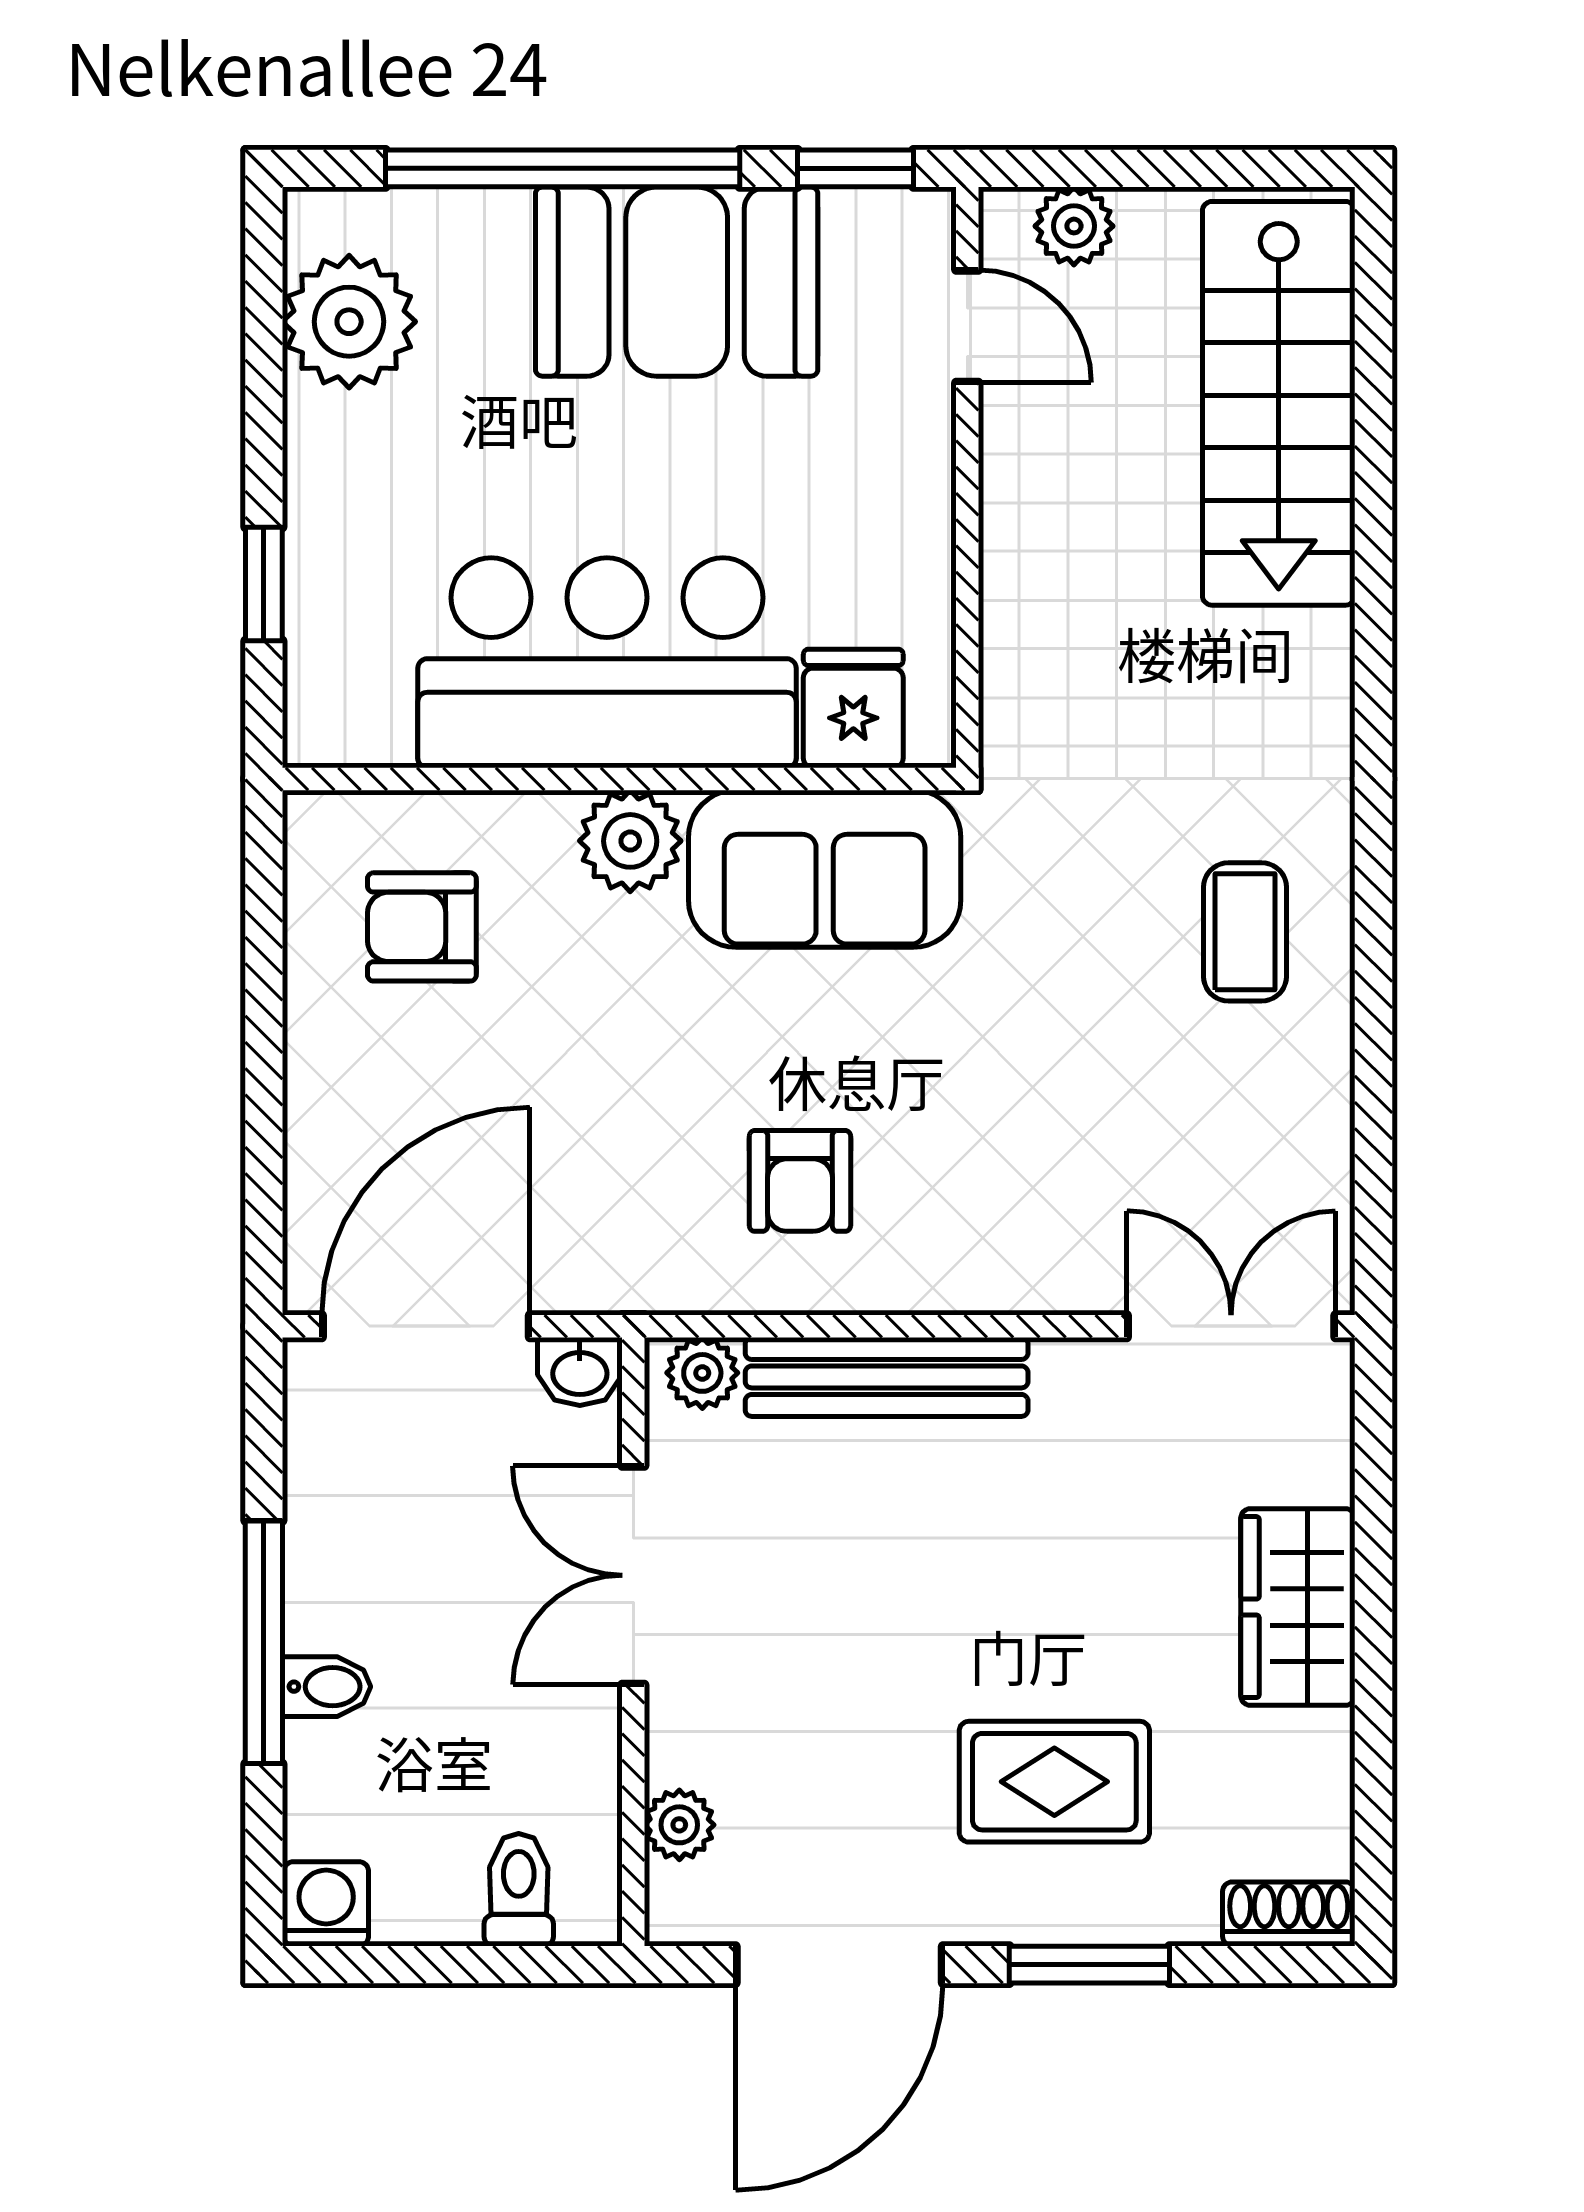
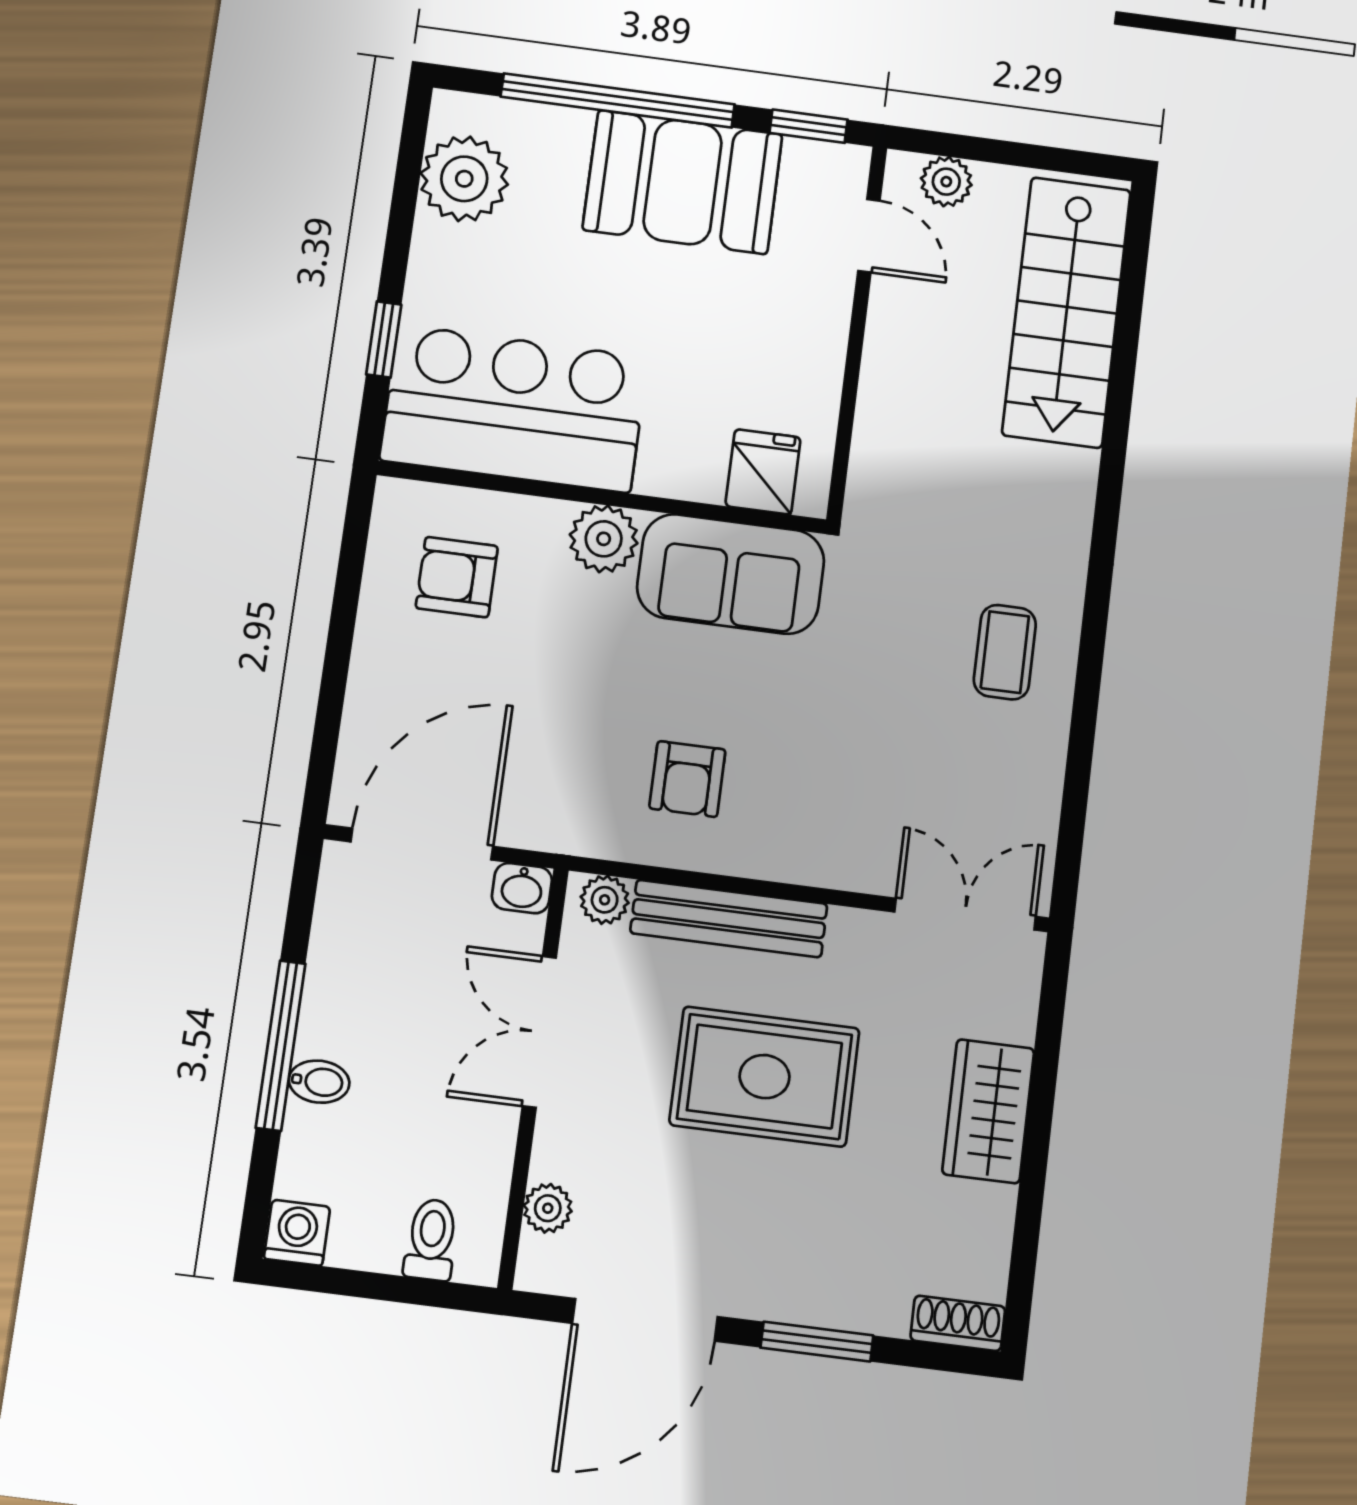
bar counter: (607, 663) -> (514, 409), moved
rug: (1054, 1782) -> (765, 1077), moved, width x1.36, depth x1.43

